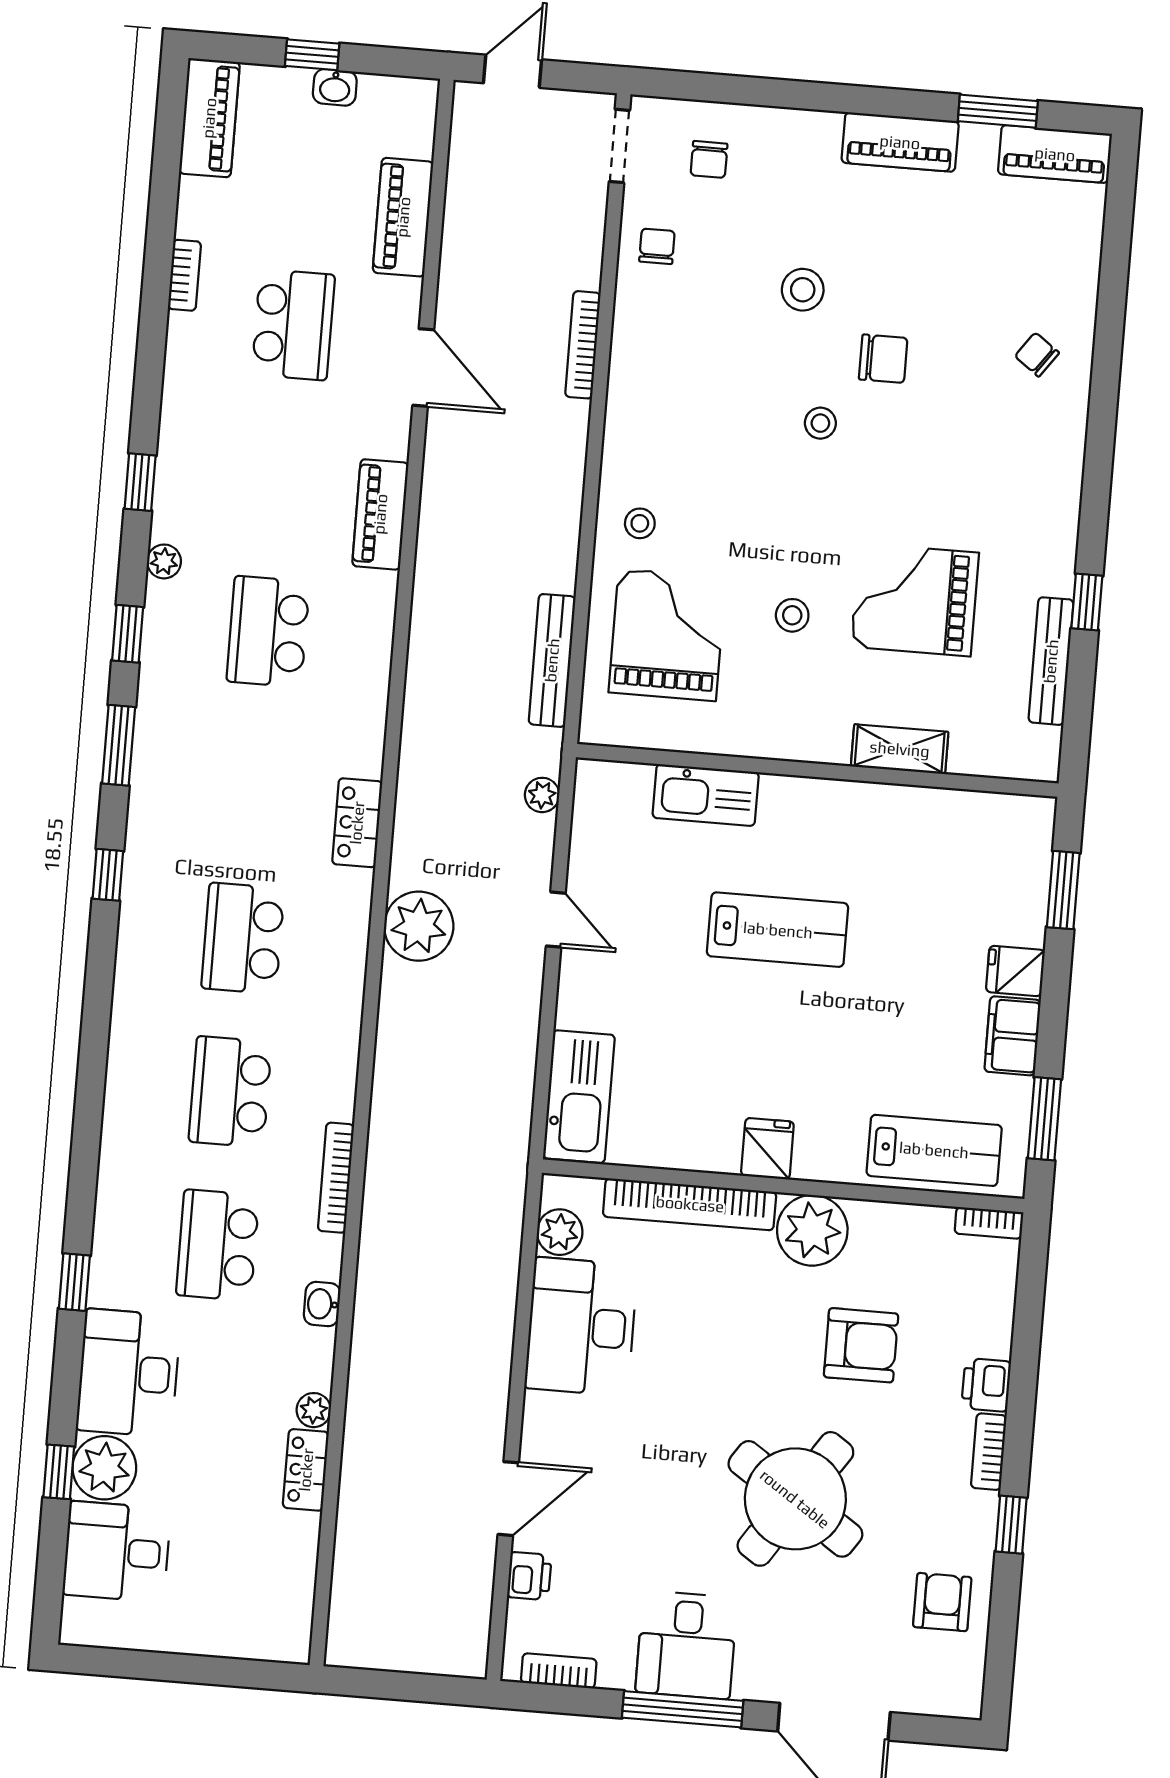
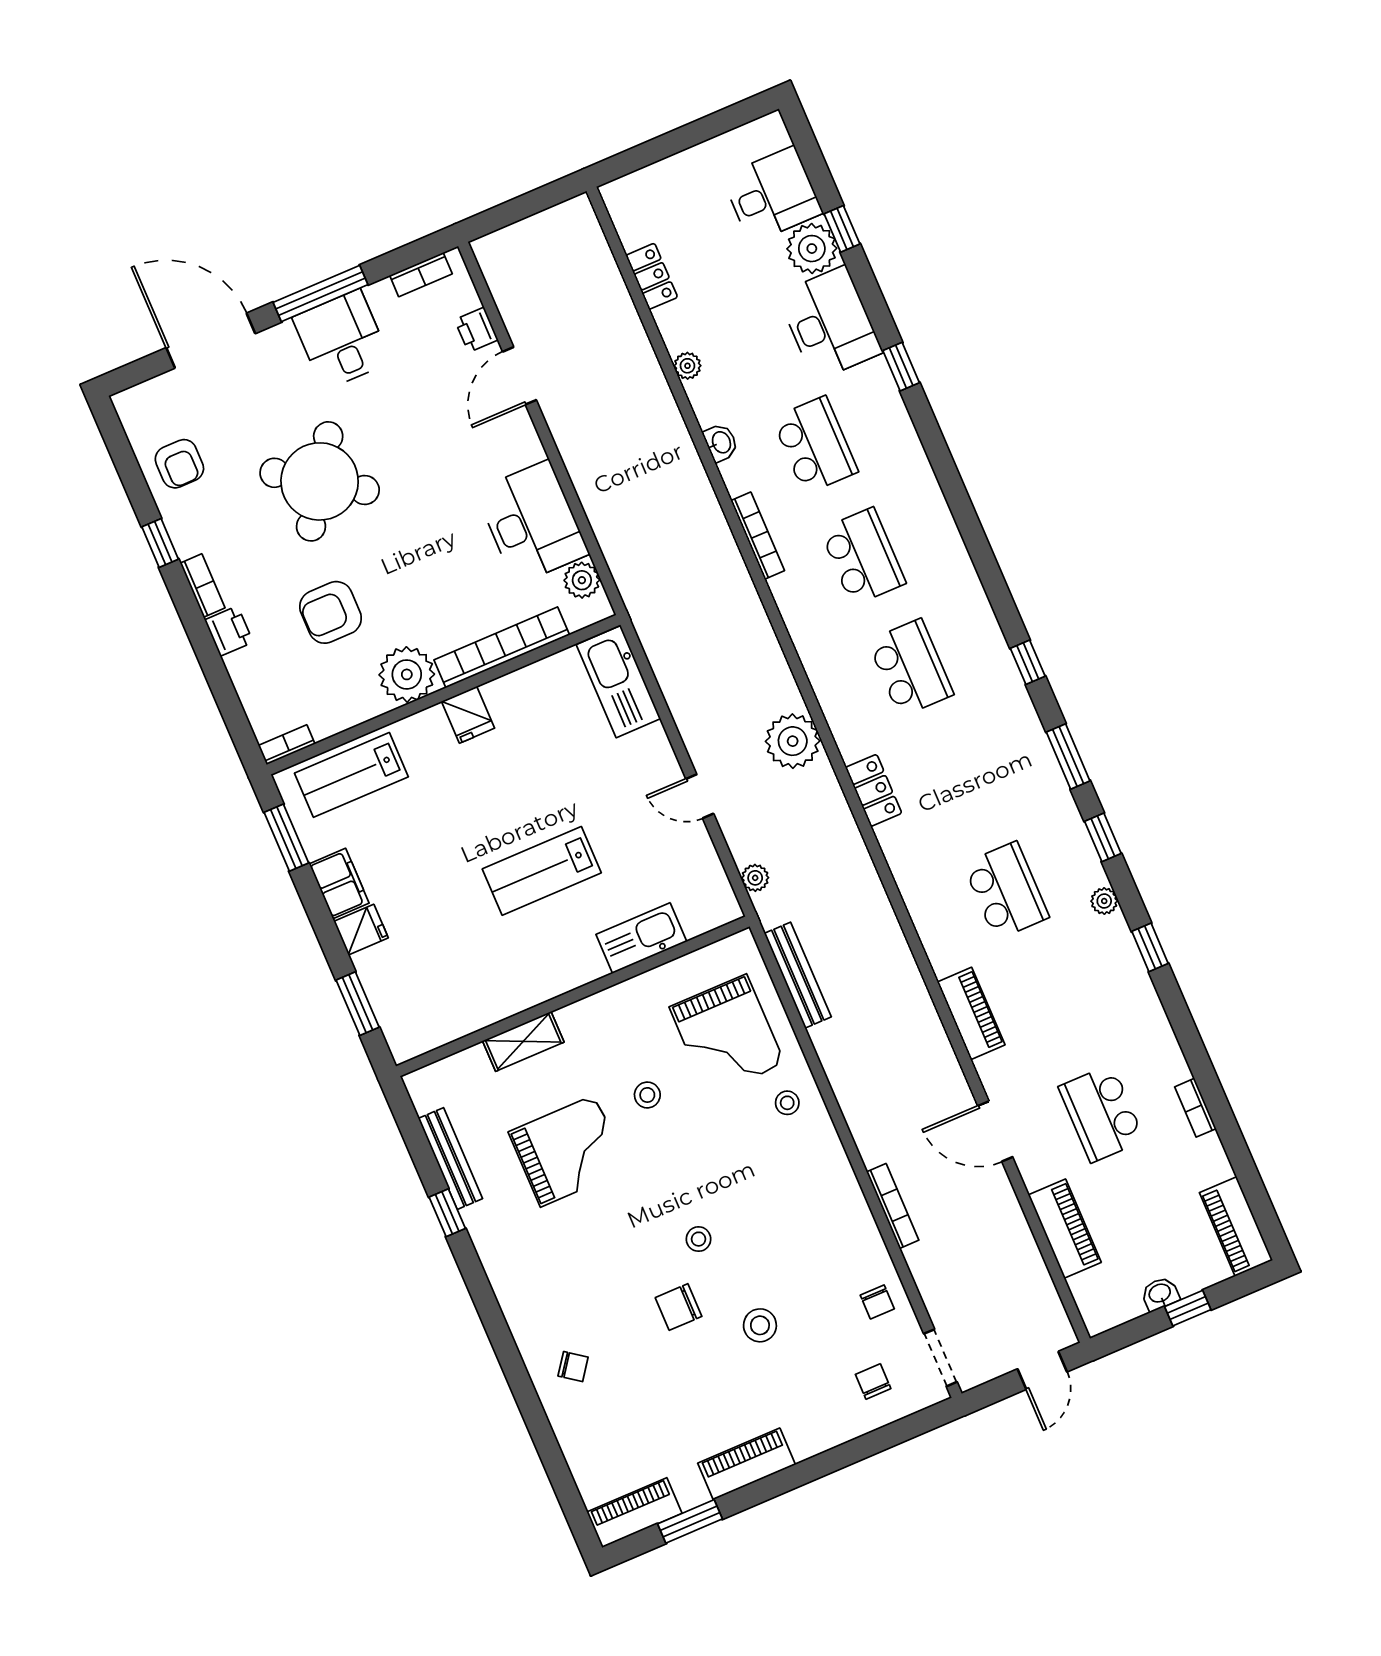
locker: (306, 1470) -> (652, 276), moved

